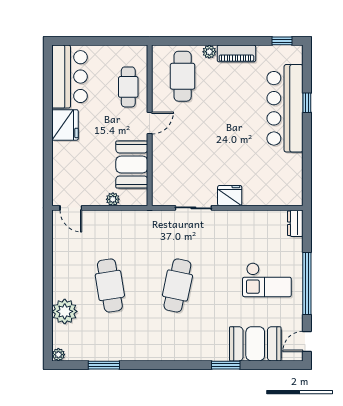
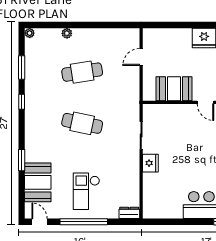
plant: (113, 199) -> (148, 74), removed
door: (71, 208) -> (141, 57), moved
plant: (65, 311) -> (67, 33), width x0.53, depth x0.53
window: (149, 365) -> (22, 102), added

